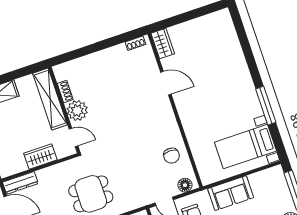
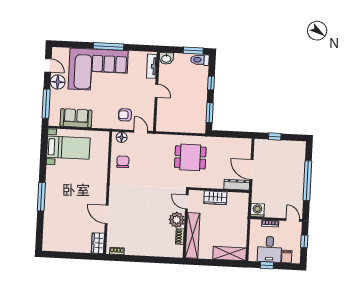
window: (266, 106) -> (41, 197), moved
sofa: (231, 193) -> (76, 118), moved

